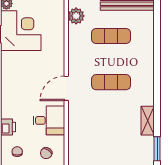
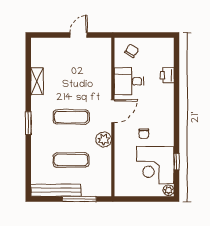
plant: (76, 16) -> (104, 139), moved
window: (157, 149) -> (28, 123), moved
chair: (17, 152) -> (144, 134), moved

